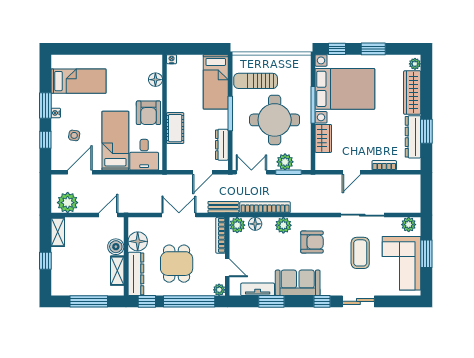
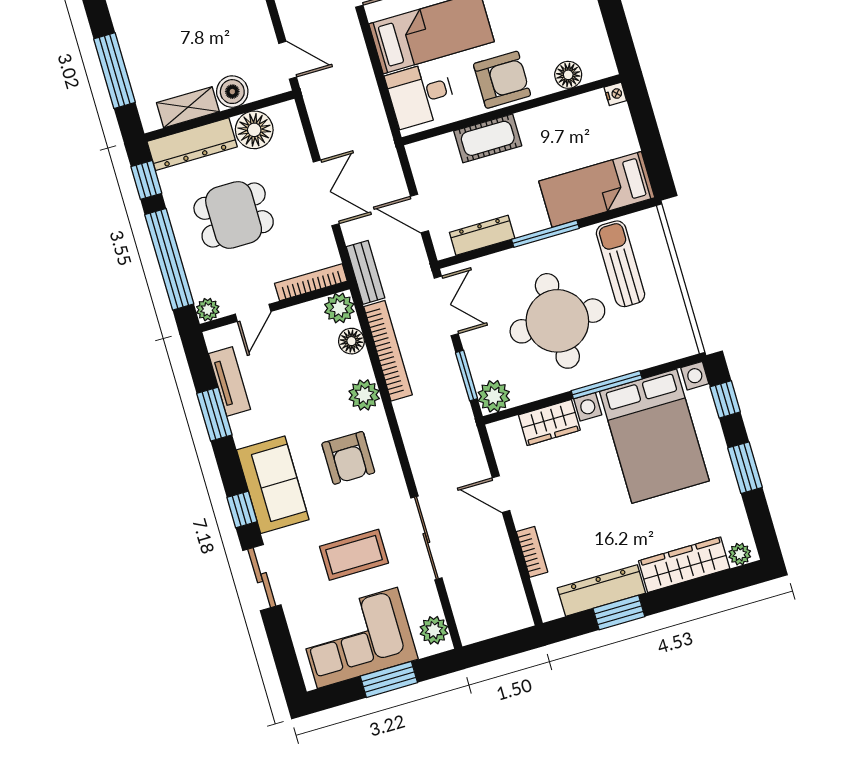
armchair: (148, 113) -> (502, 80), turned 180
plant: (285, 162) -> (494, 396), moved
sofa: (298, 283) -> (273, 485), moved

